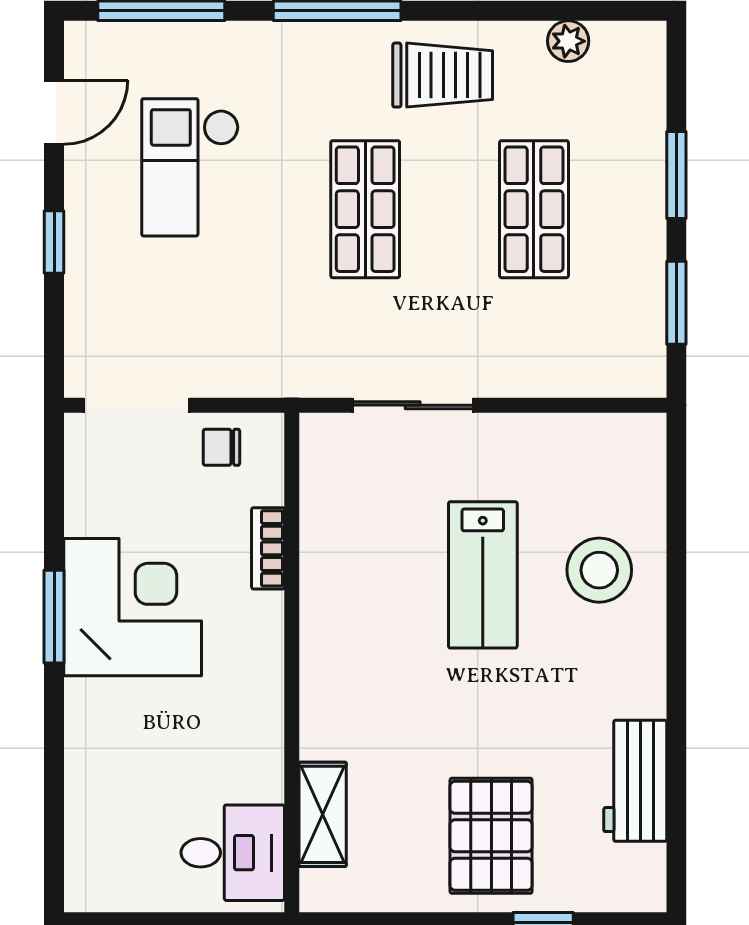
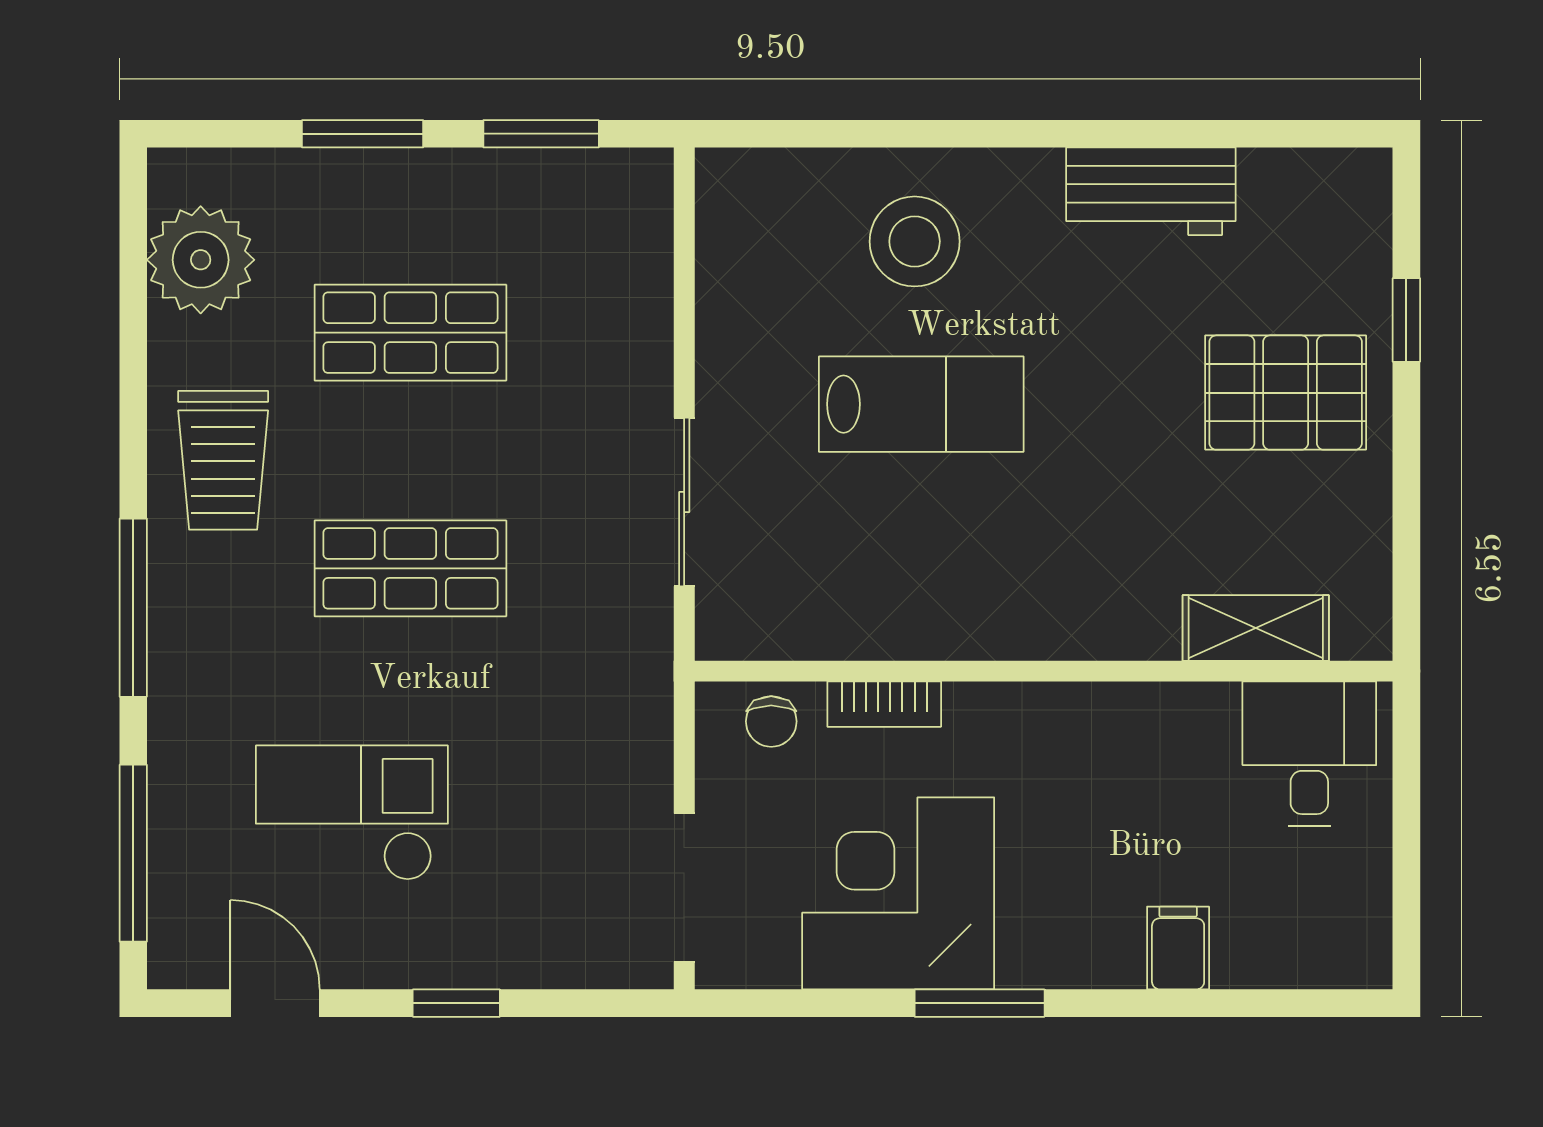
plant: (568, 41) -> (201, 260), width x1.88, depth x1.88
trolley: (443, 75) -> (223, 460), turned 180
checkout: (190, 167) -> (352, 813), turned 180
chair: (221, 447) -> (771, 721), moved
corner desk: (133, 607) -> (898, 893), moved
filing cabinet: (93, 759) -> (1178, 948), added
workbench: (635, 781) -> (1151, 191), moved

